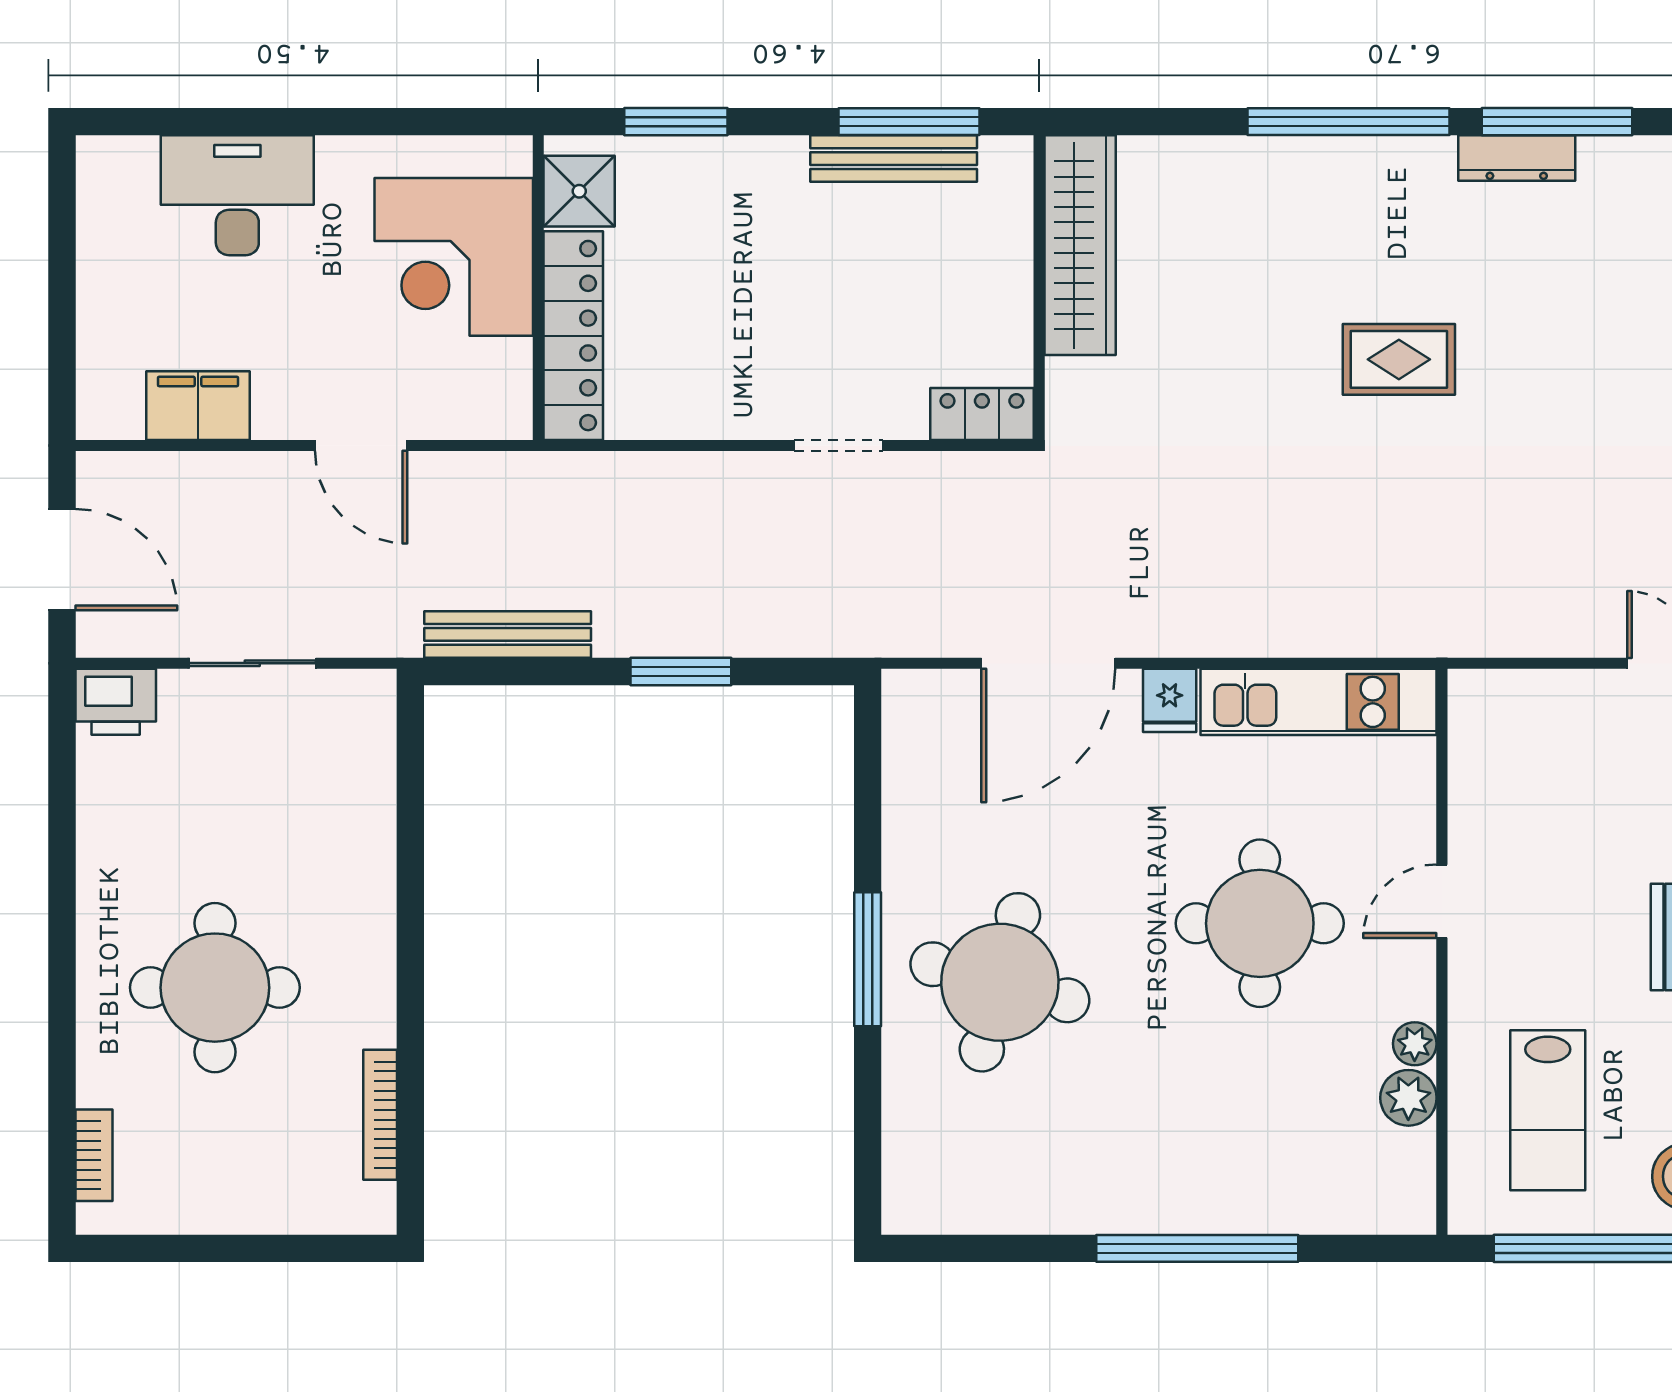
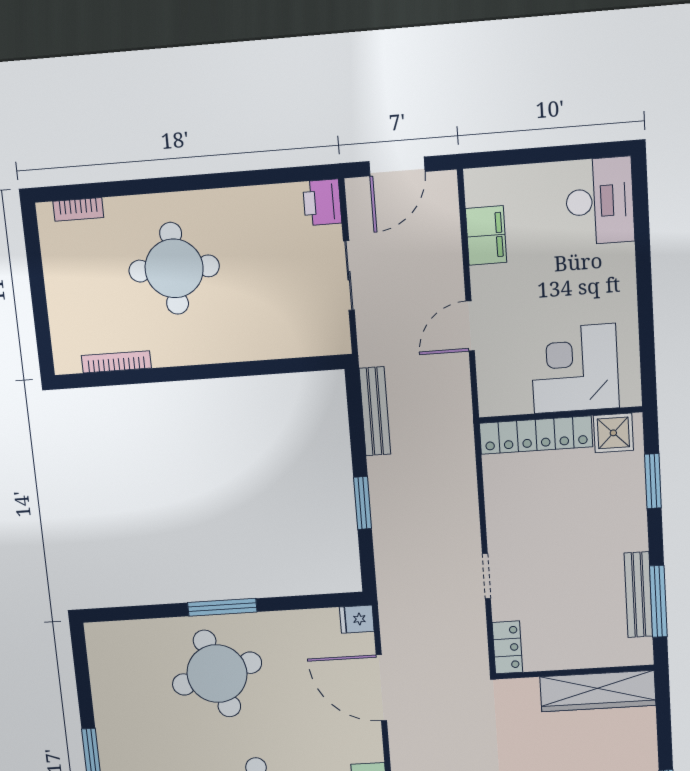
desk: (237, 195) -> (600, 201), moved
fridge: (1170, 700) -> (357, 619), moved
round table: (1000, 982) -> (217, 674), turned -30

